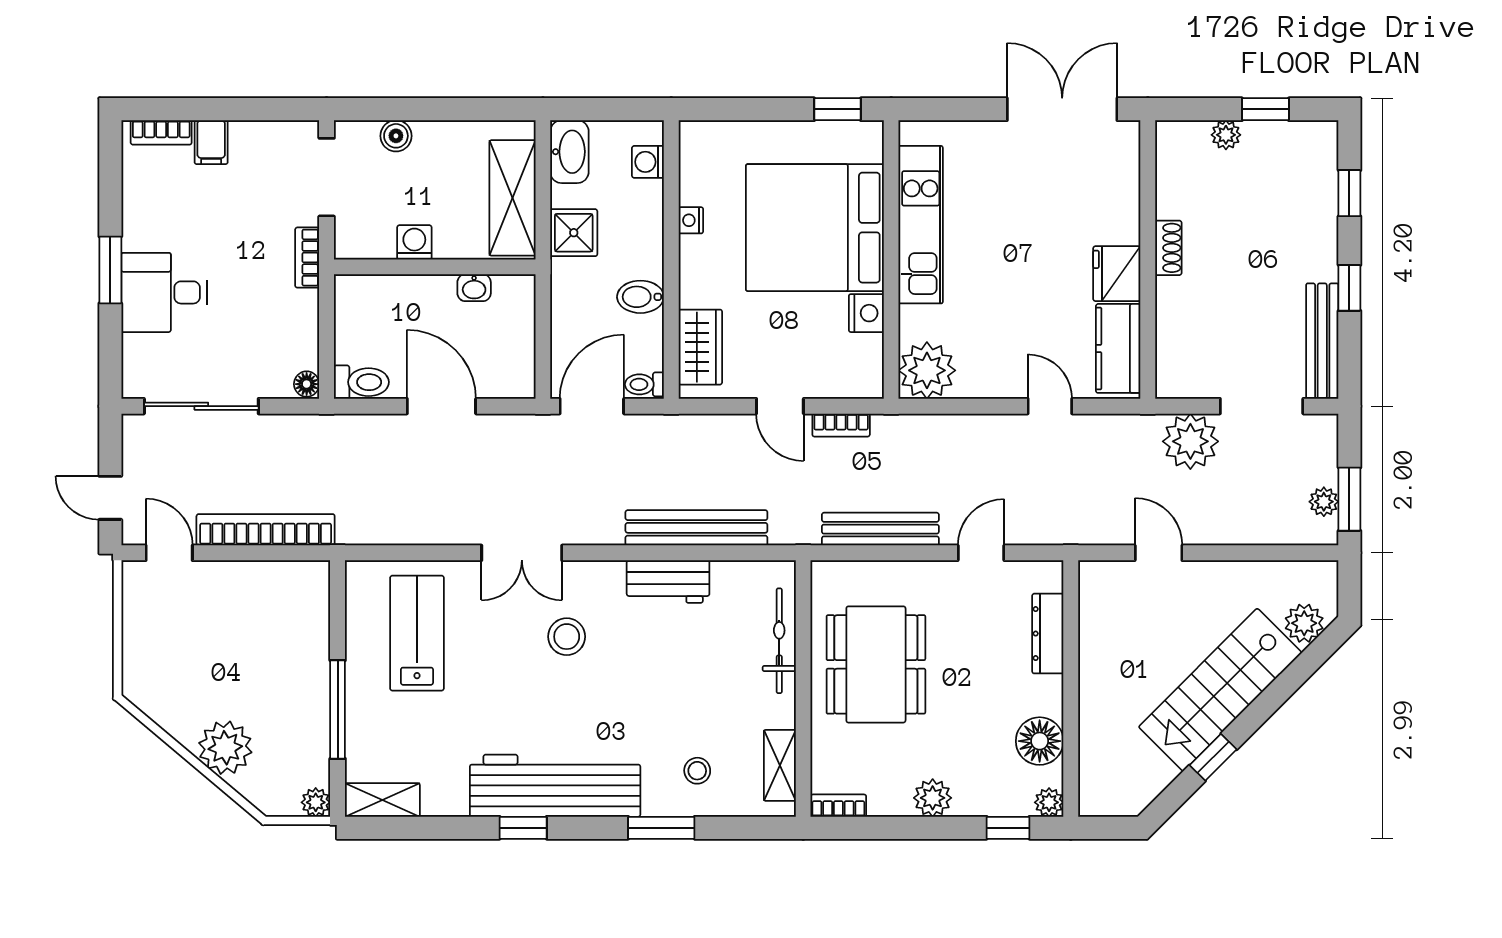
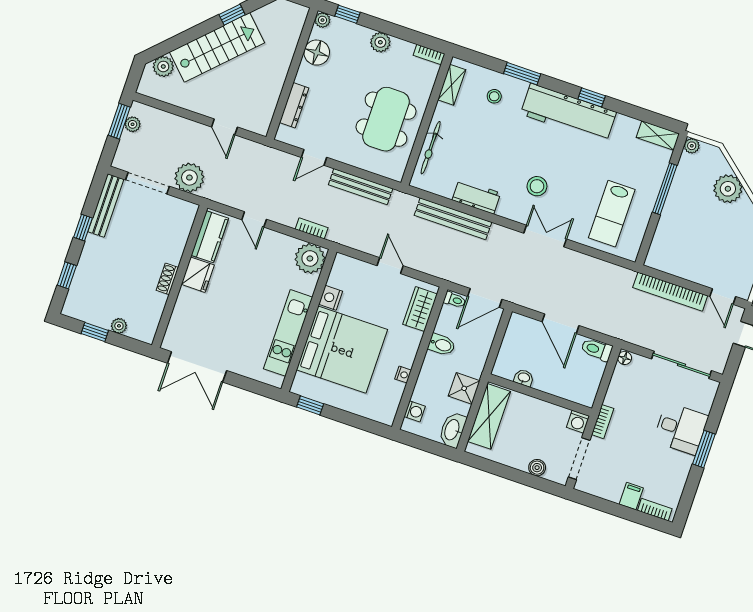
washing machine: (414, 242) -> (578, 422), moved
bookcase: (841, 425) -> (312, 228), moved

